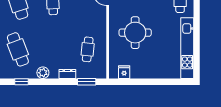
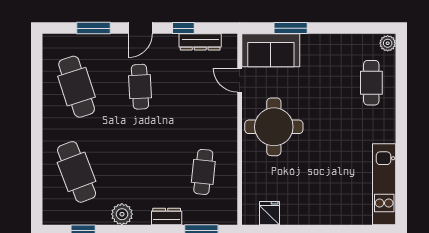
round table: (135, 33) -> (274, 127), moved
kitchen unit: (187, 48) -> (384, 184), width x0.73

